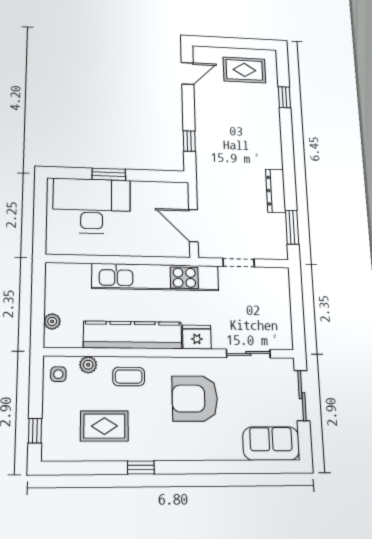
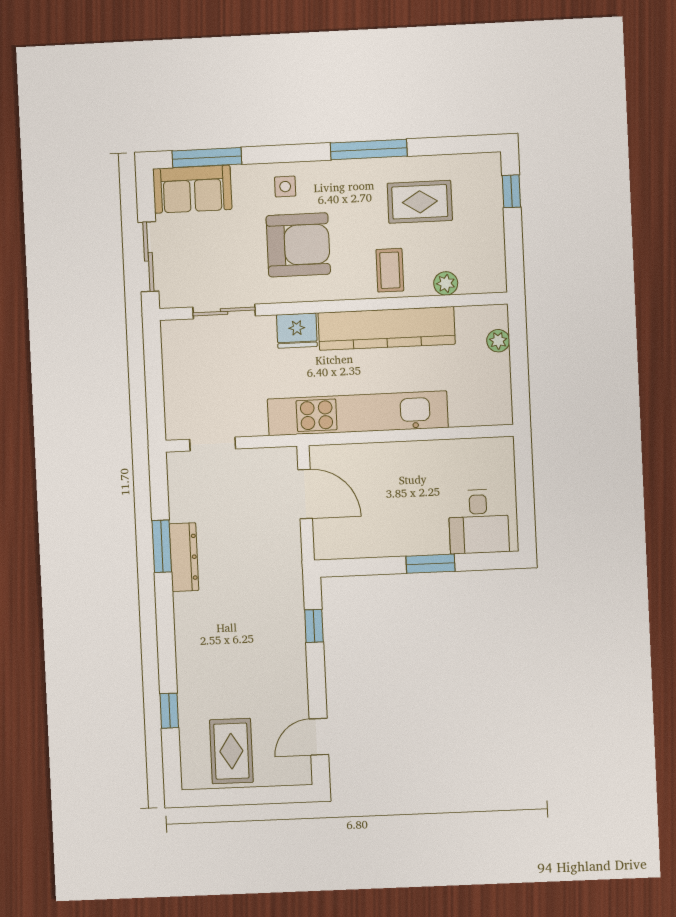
rug: (244, 70) -> (231, 751), turned 90
desk: (92, 206) -> (479, 521), width x0.53, depth x0.77
window: (292, 227) -> (162, 546), moved
doorway: (239, 263) -> (213, 444), moved
side table: (58, 374) -> (285, 187), moved
coffee table: (129, 377) -> (390, 270), turned 90
window: (261, 467) -> (207, 158), added
window: (141, 468) -> (369, 149), width x2.17

